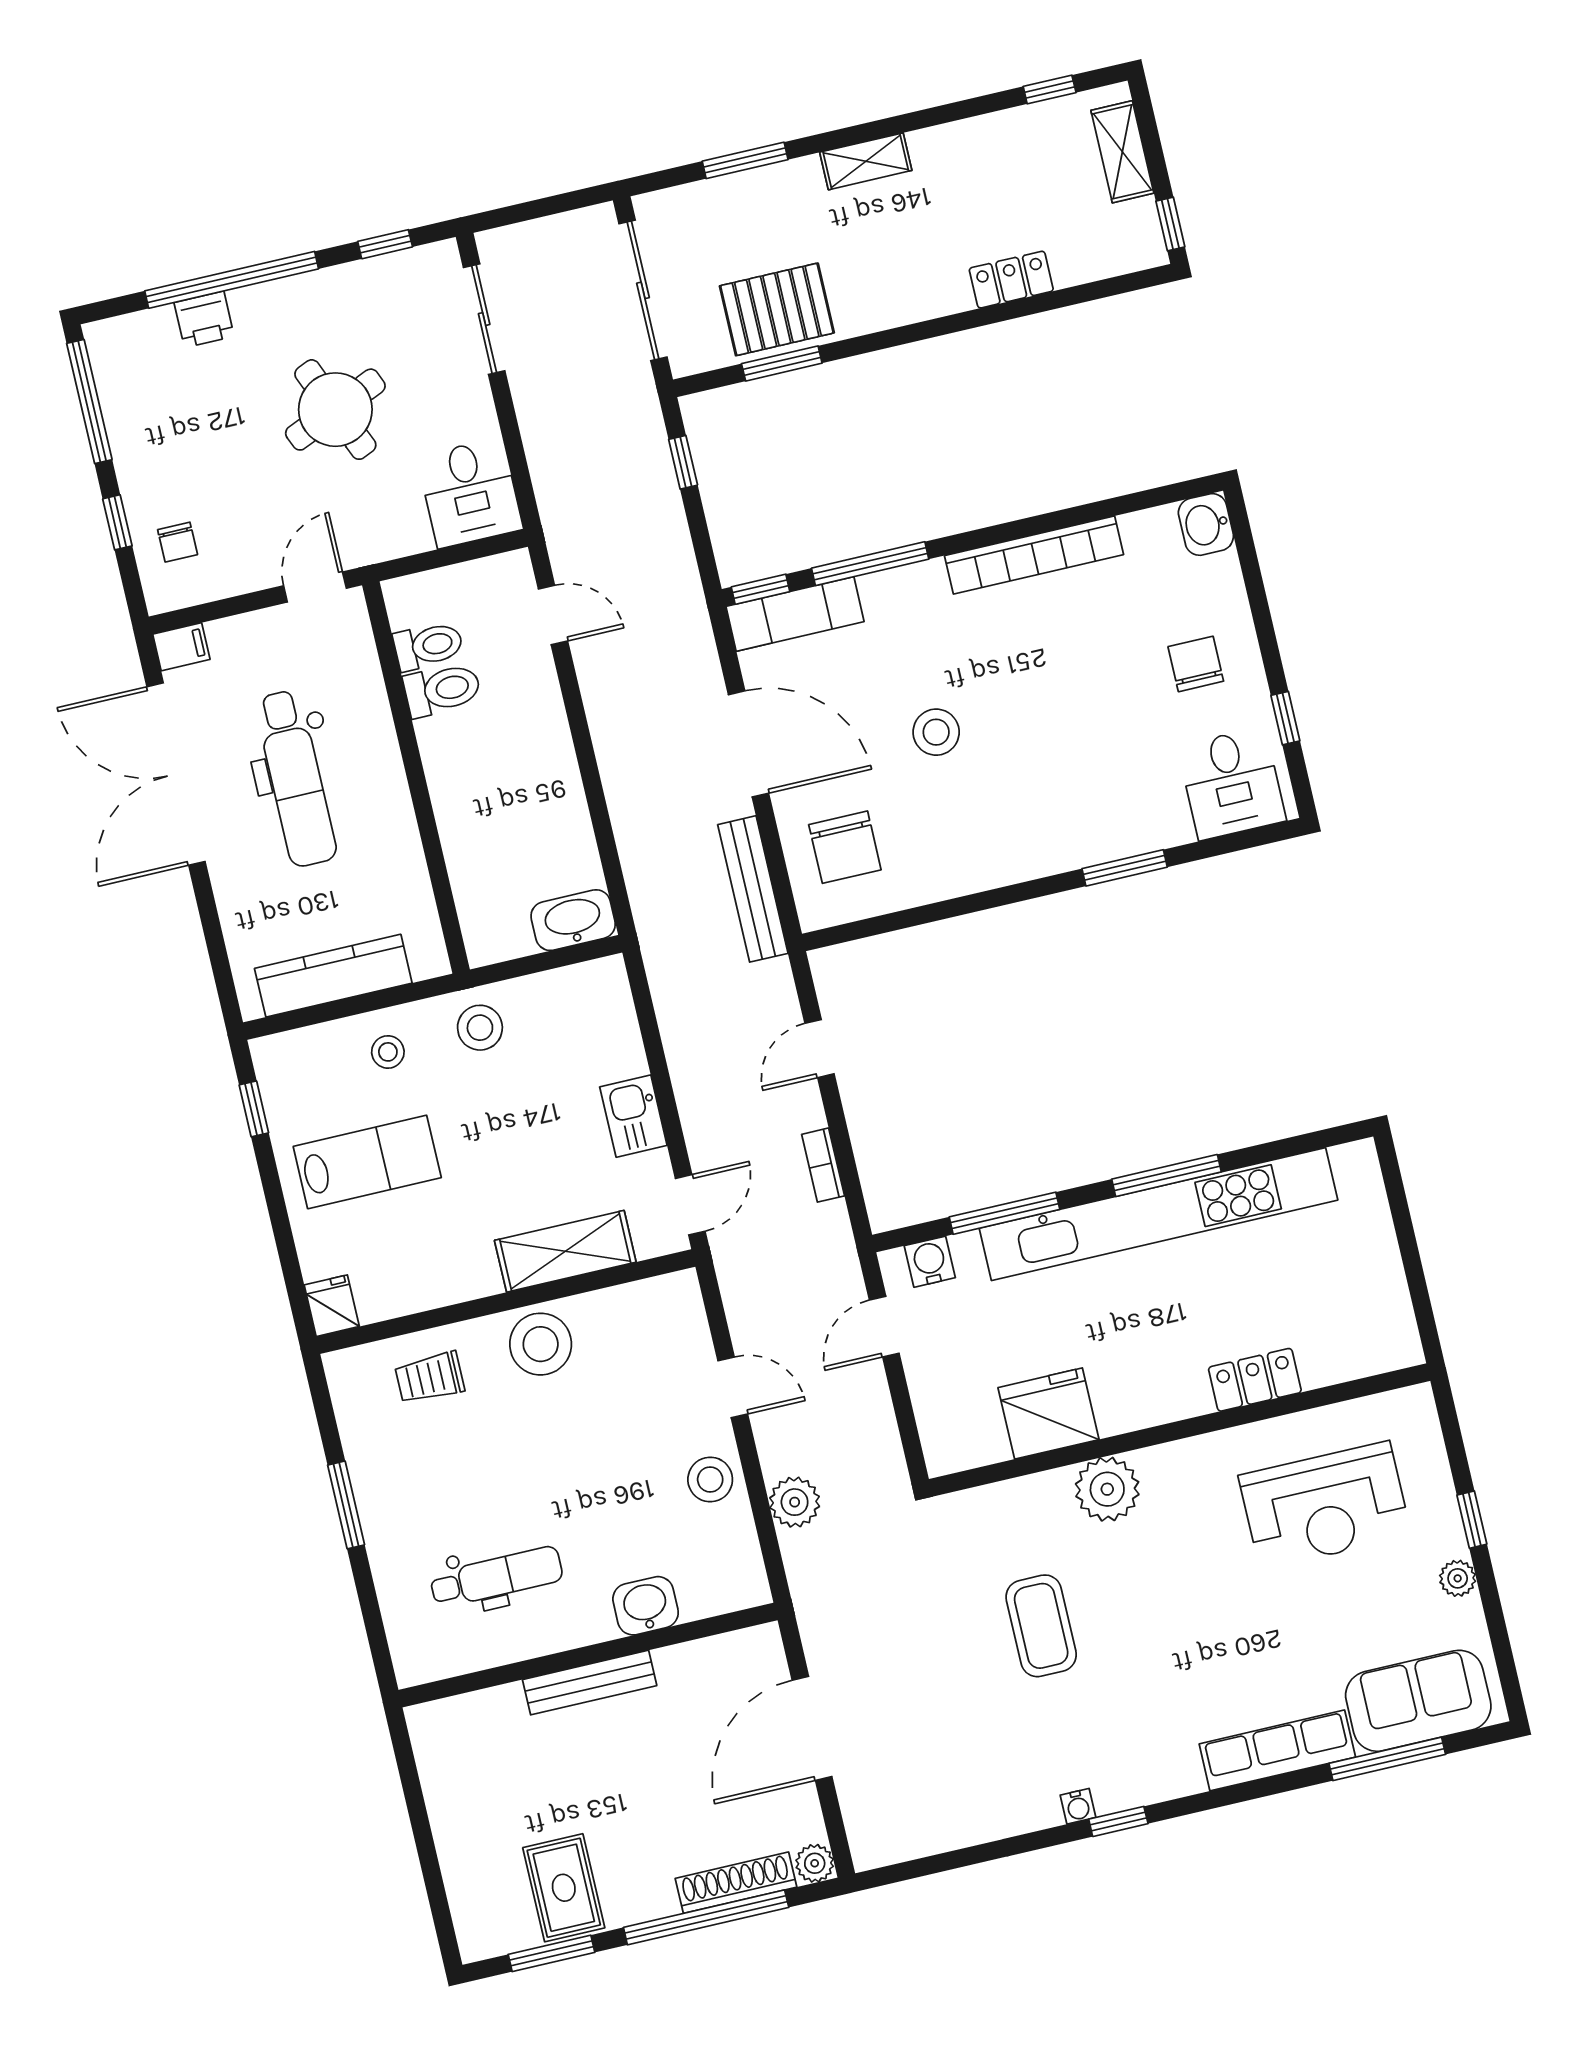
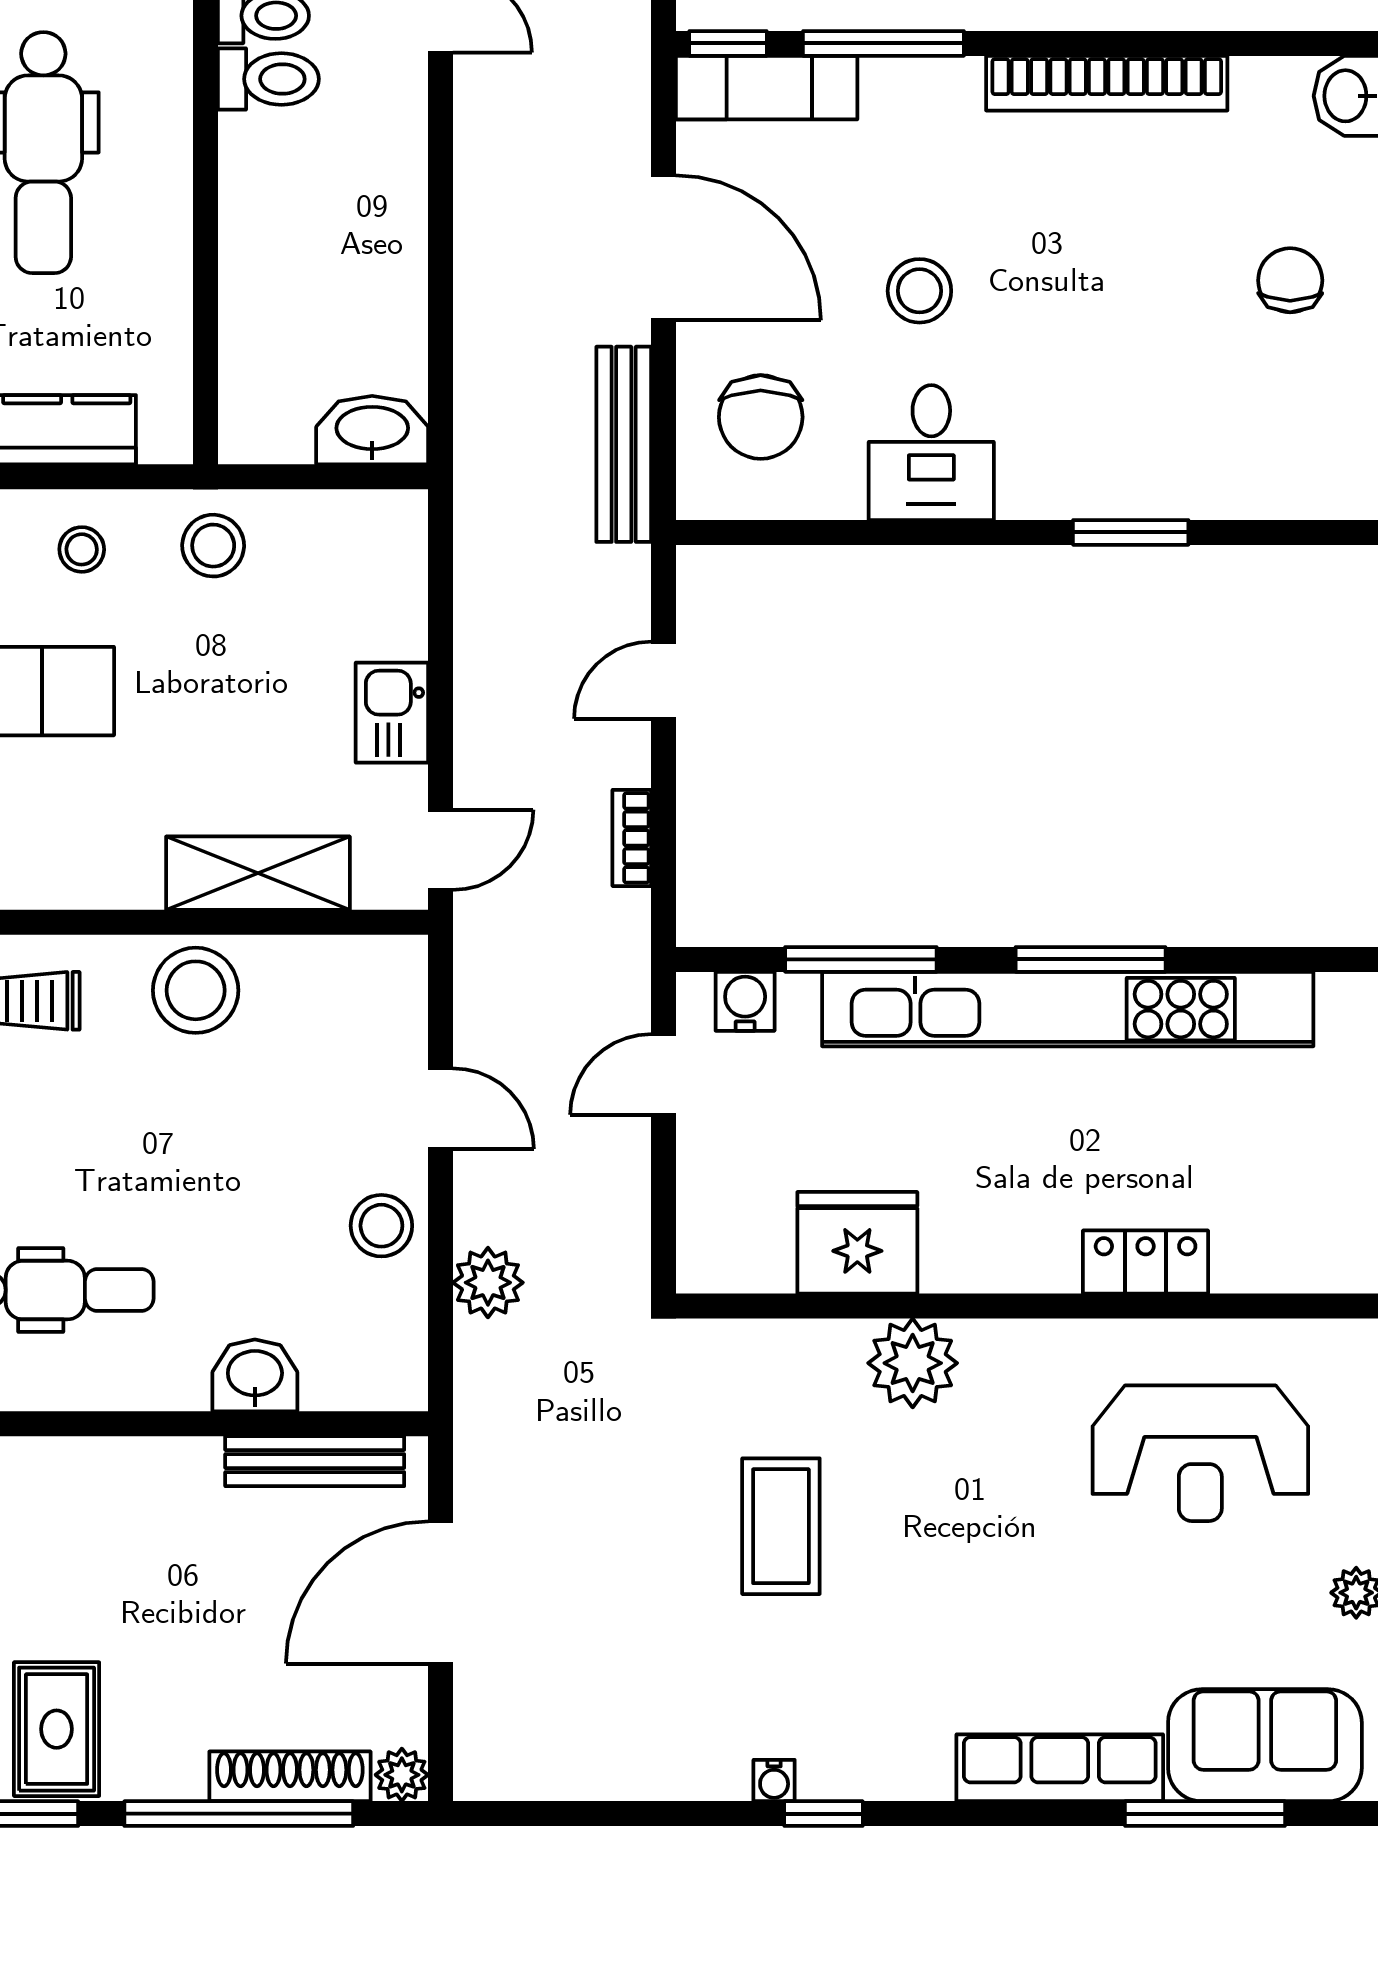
desk: (1232, 784) -> (931, 453), moved
bench: (590, 1683) -> (315, 1461), moved

